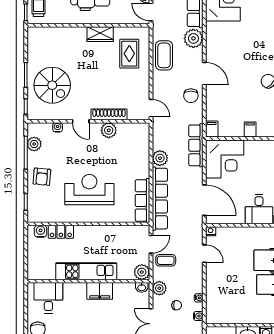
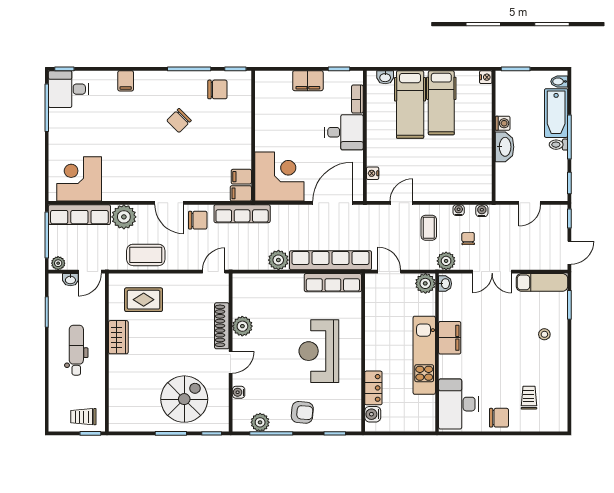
door: (204, 74) -> (169, 203), swing flipped
filing cabinet: (250, 129) -> (241, 177), moved
row of seats: (196, 145) -> (242, 214), moved
nightstand: (211, 231) -> (373, 173), moved
coffee table: (166, 260) -> (429, 228), moved
desk: (48, 298) -> (458, 404), width x1.37

